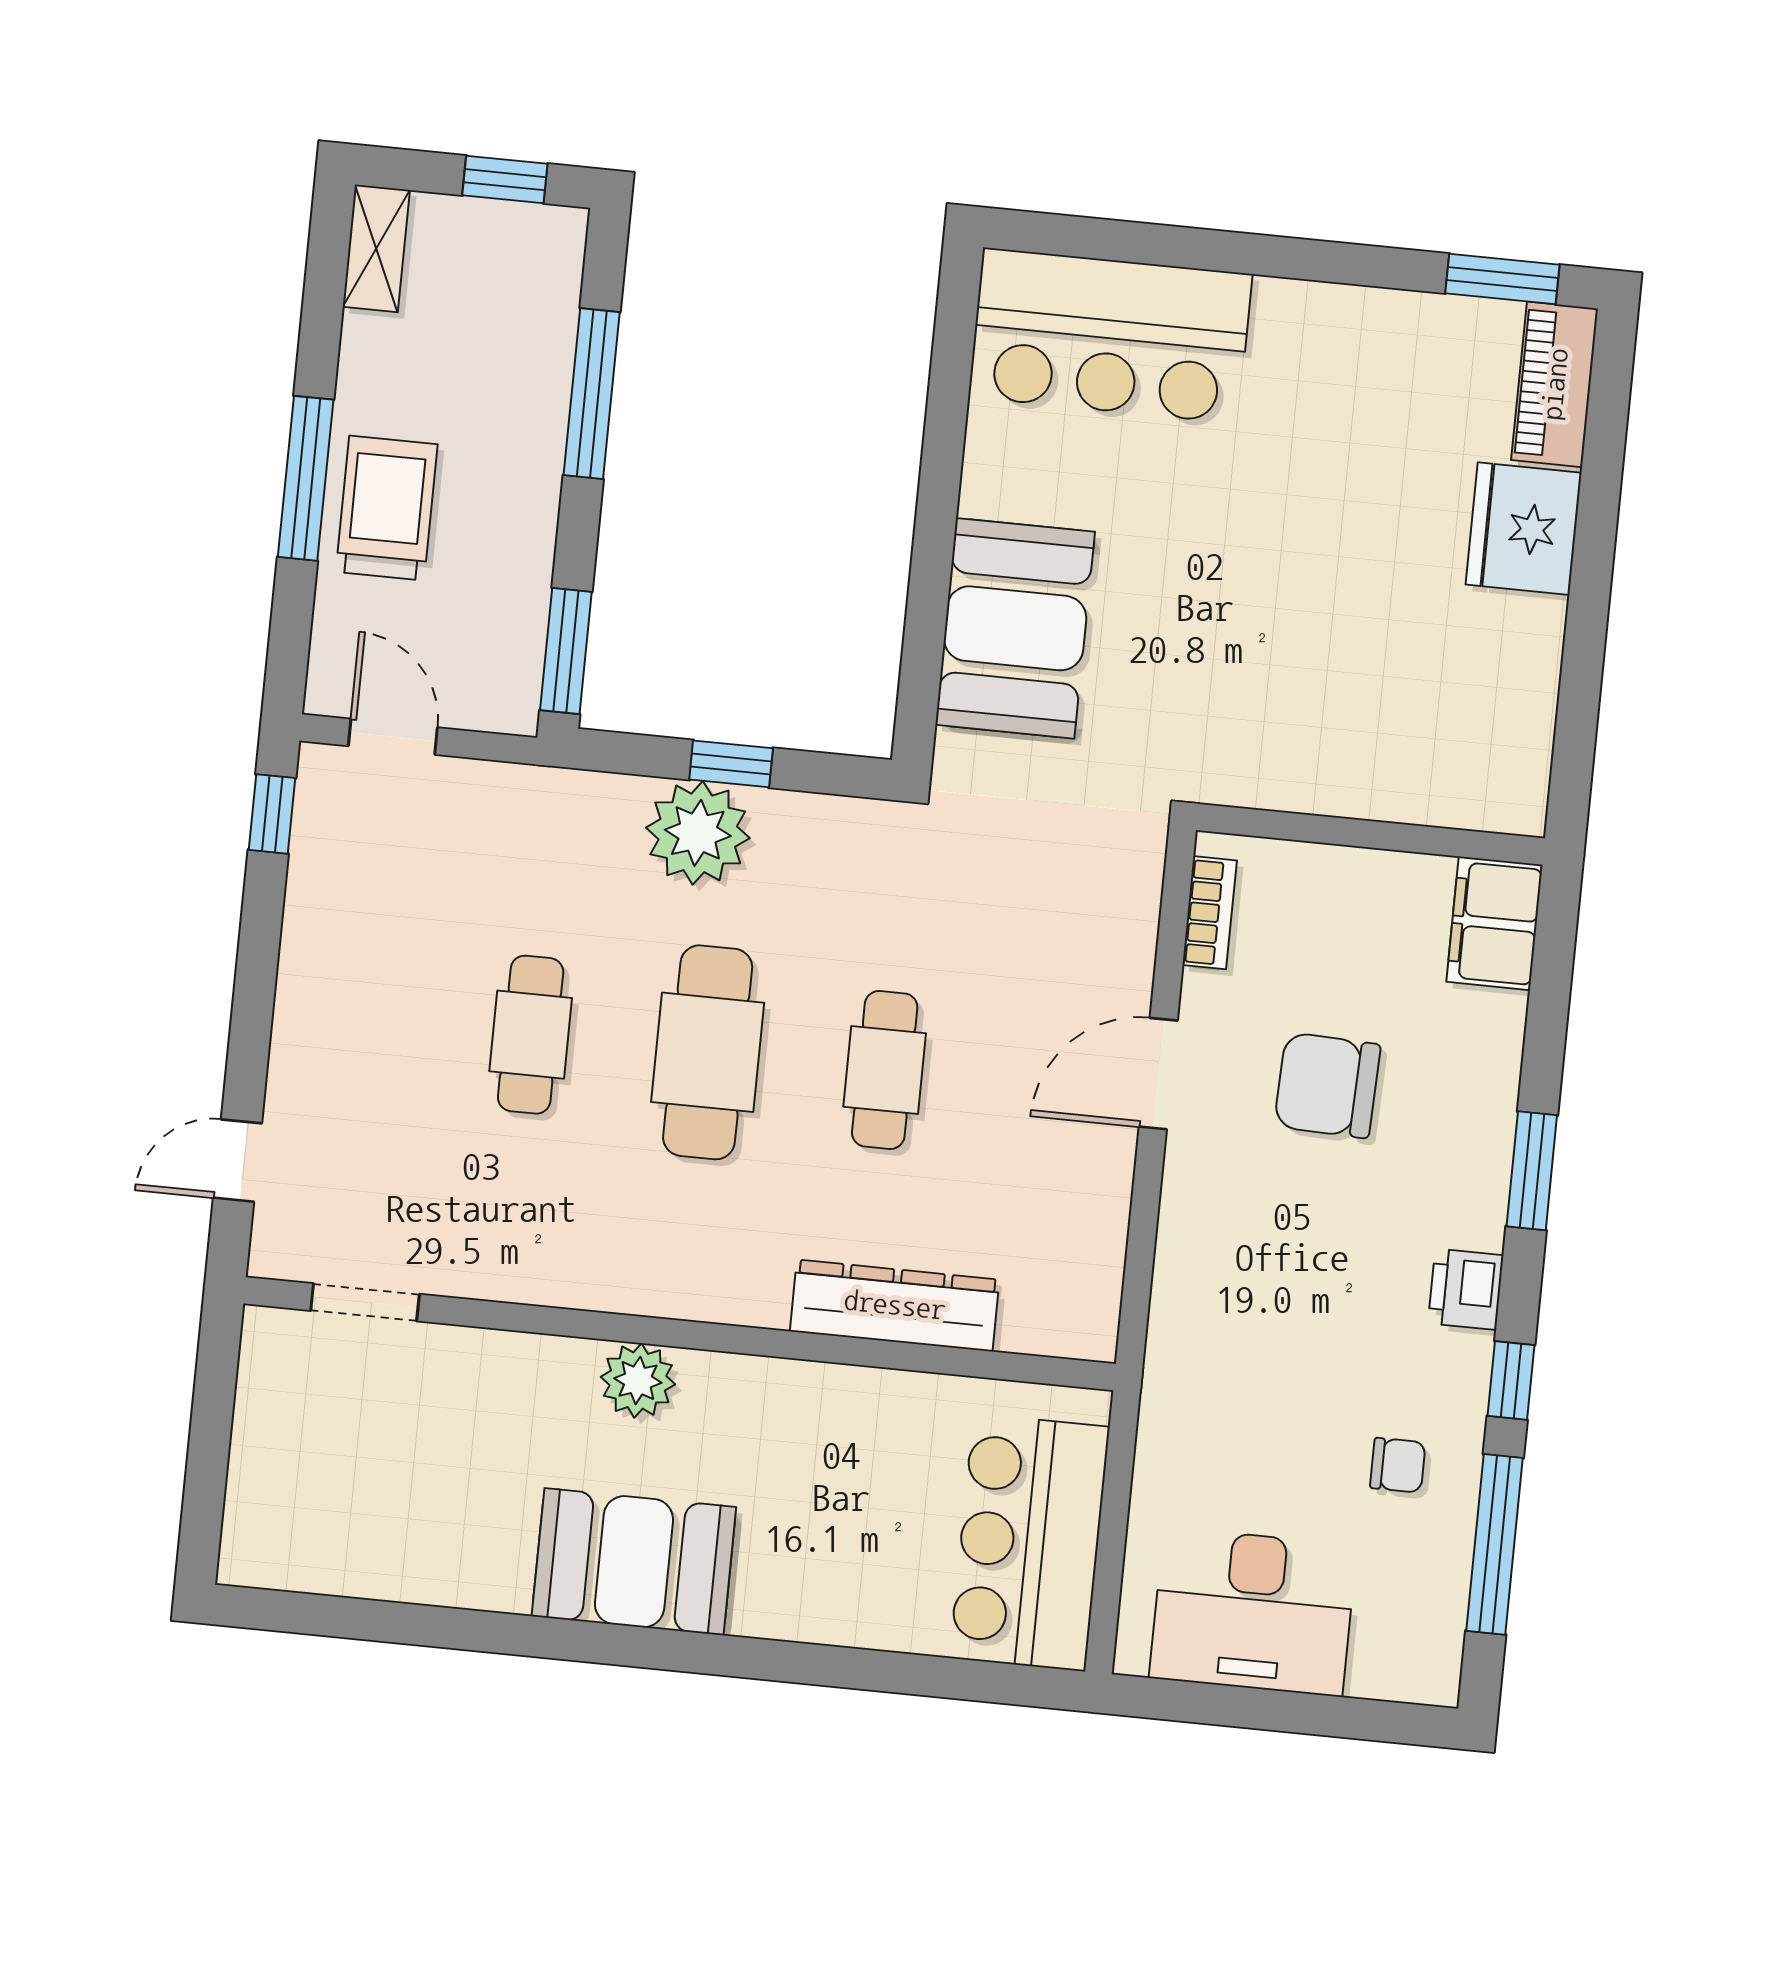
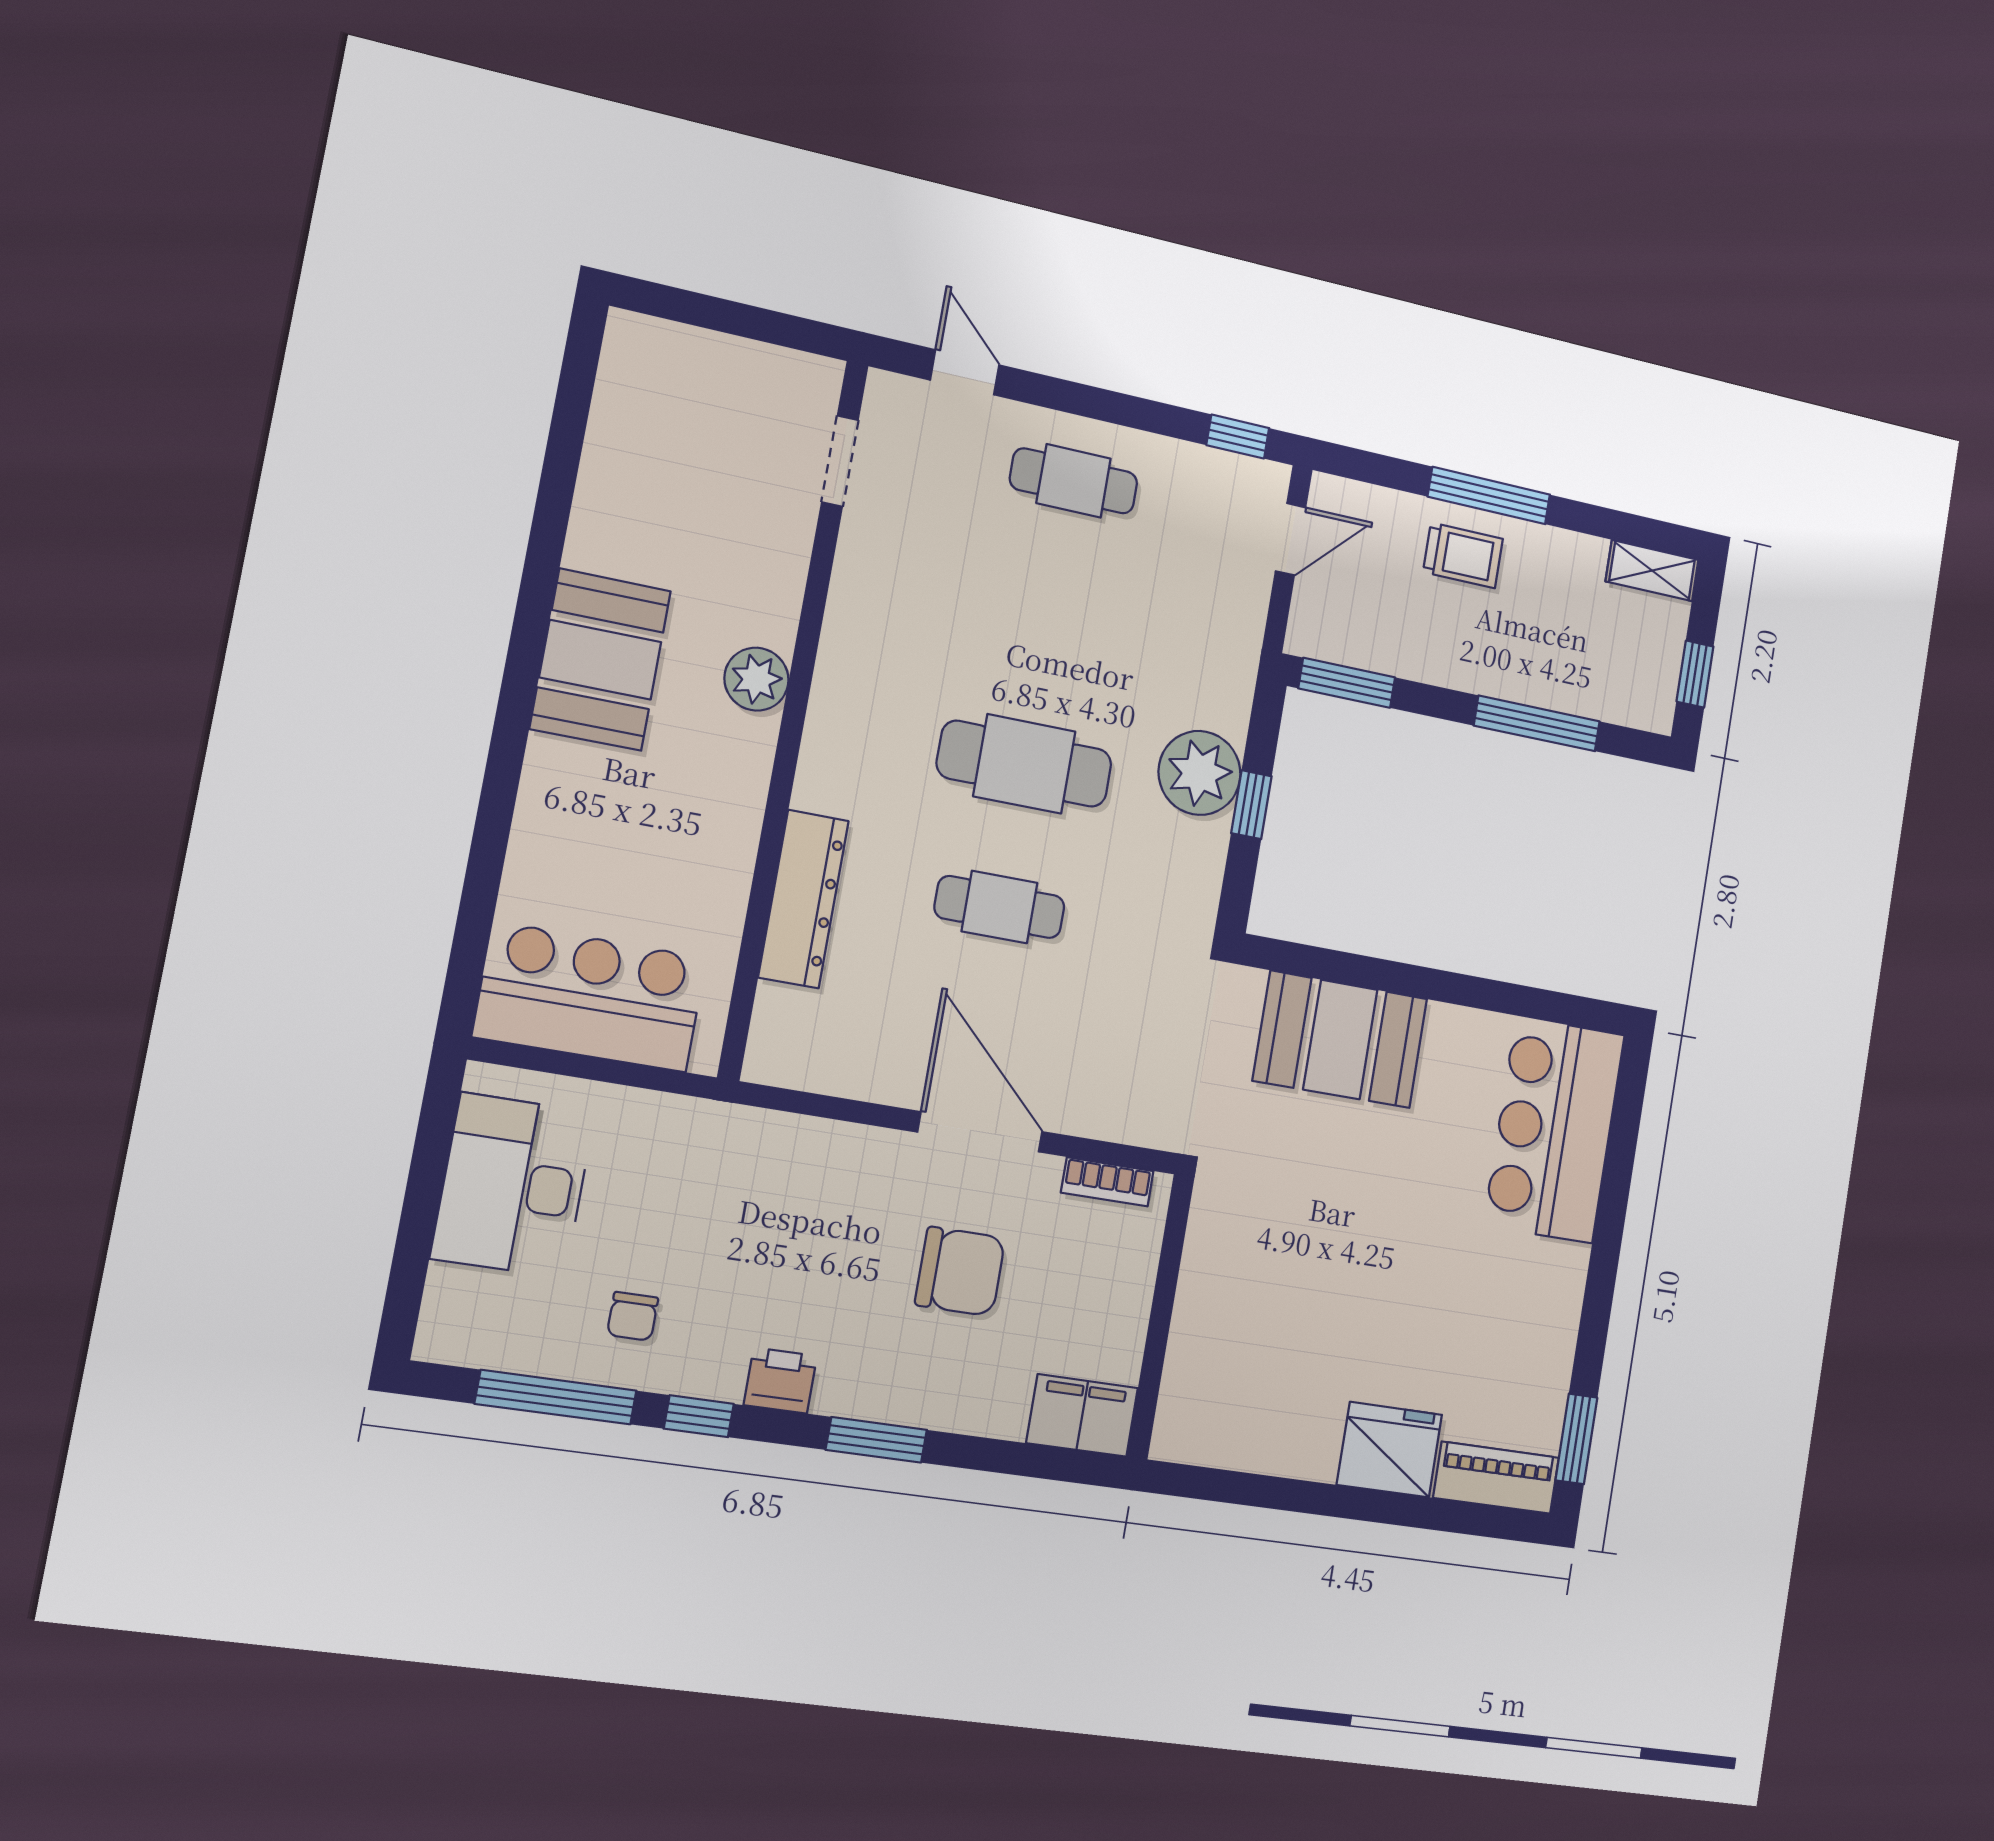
trolley: (387, 508) -> (1463, 555), width x0.73, depth x0.72
cafe table: (531, 1035) -> (1074, 481), moved
door: (1158, 1074) -> (980, 1132), width x1.36
chair: (1327, 1085) -> (960, 1271), turned 88

